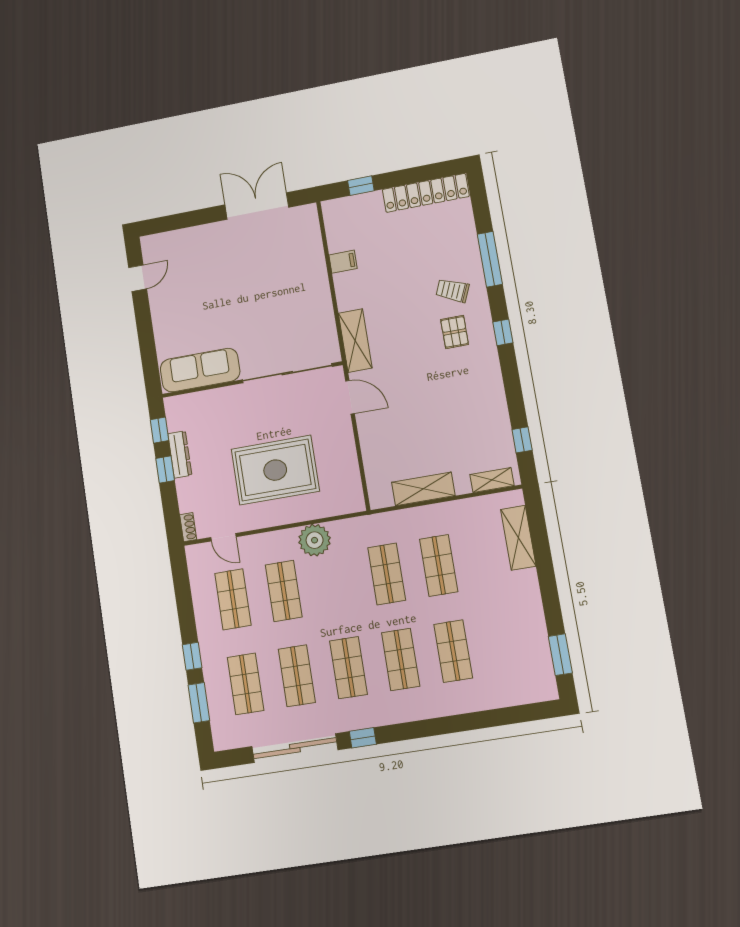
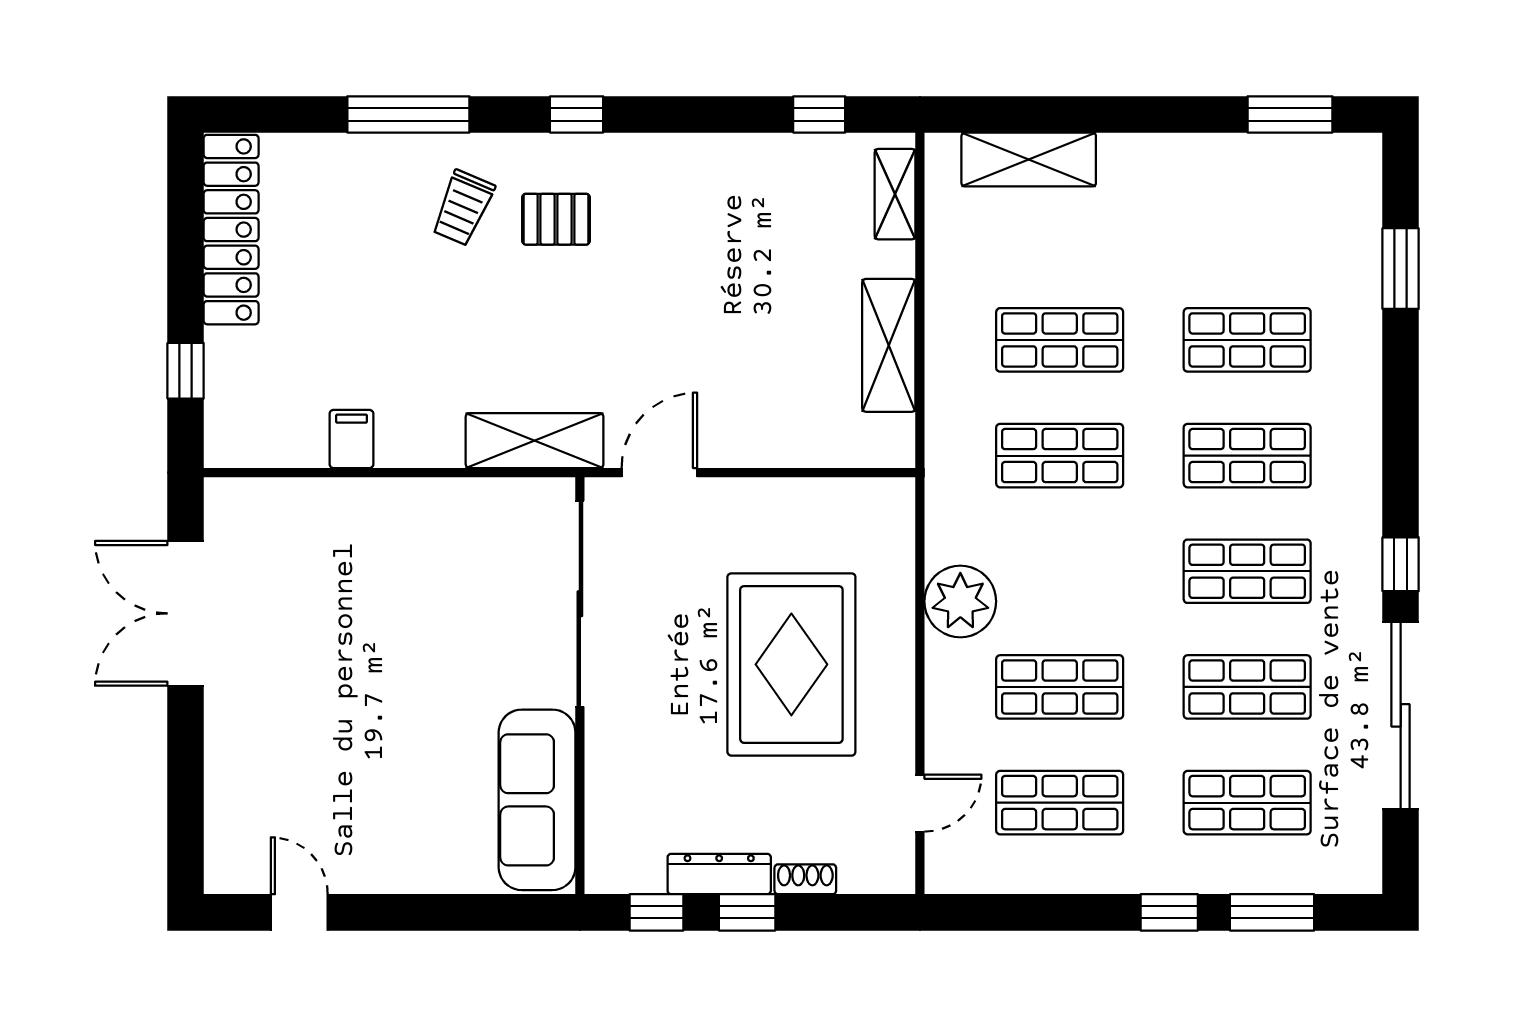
shoe rack: (188, 527) -> (805, 879), moved
window: (498, 717) -> (1401, 269), added

